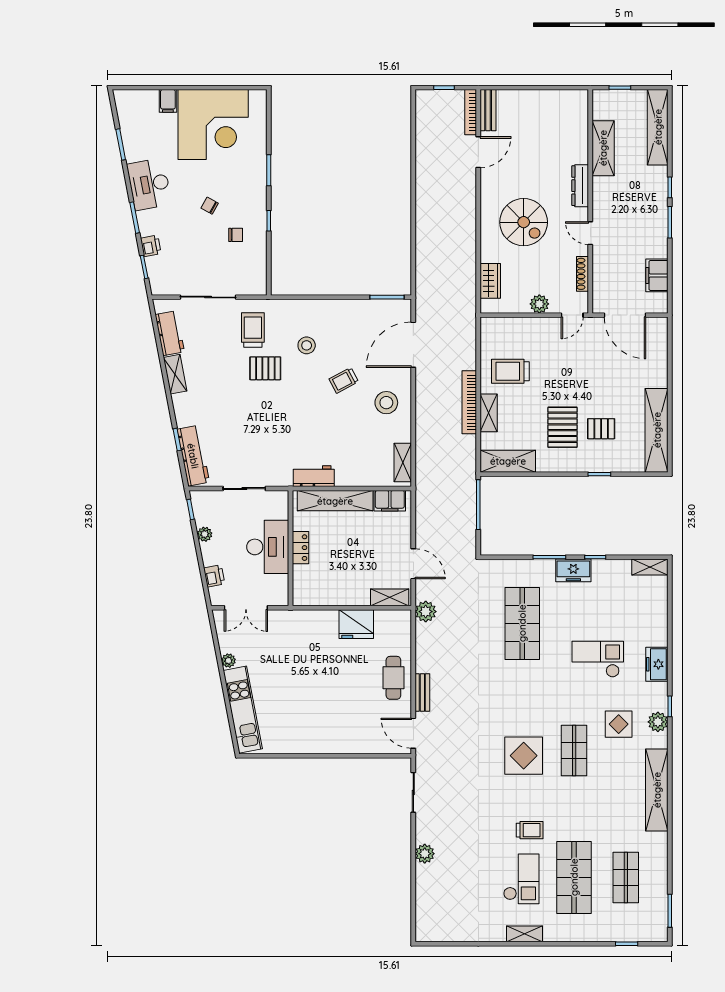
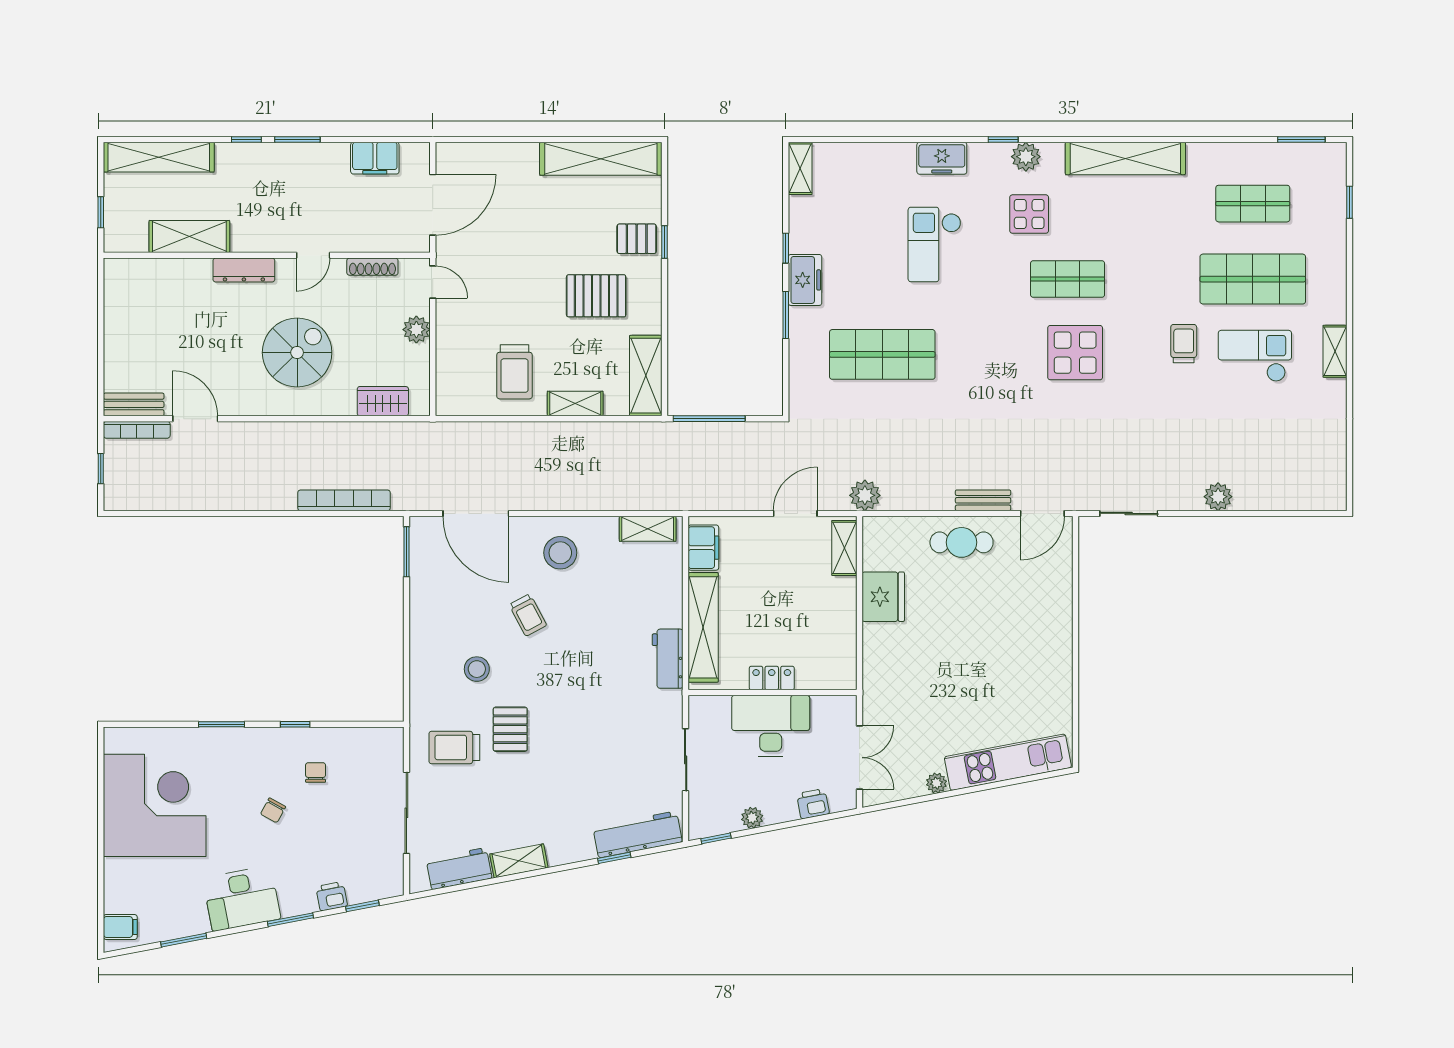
filing cabinet: (168, 101) -> (120, 927), moved
bookcase: (469, 402) -> (344, 500), moved, turned 180
pallet: (601, 429) -> (637, 239), moved, turned 90

